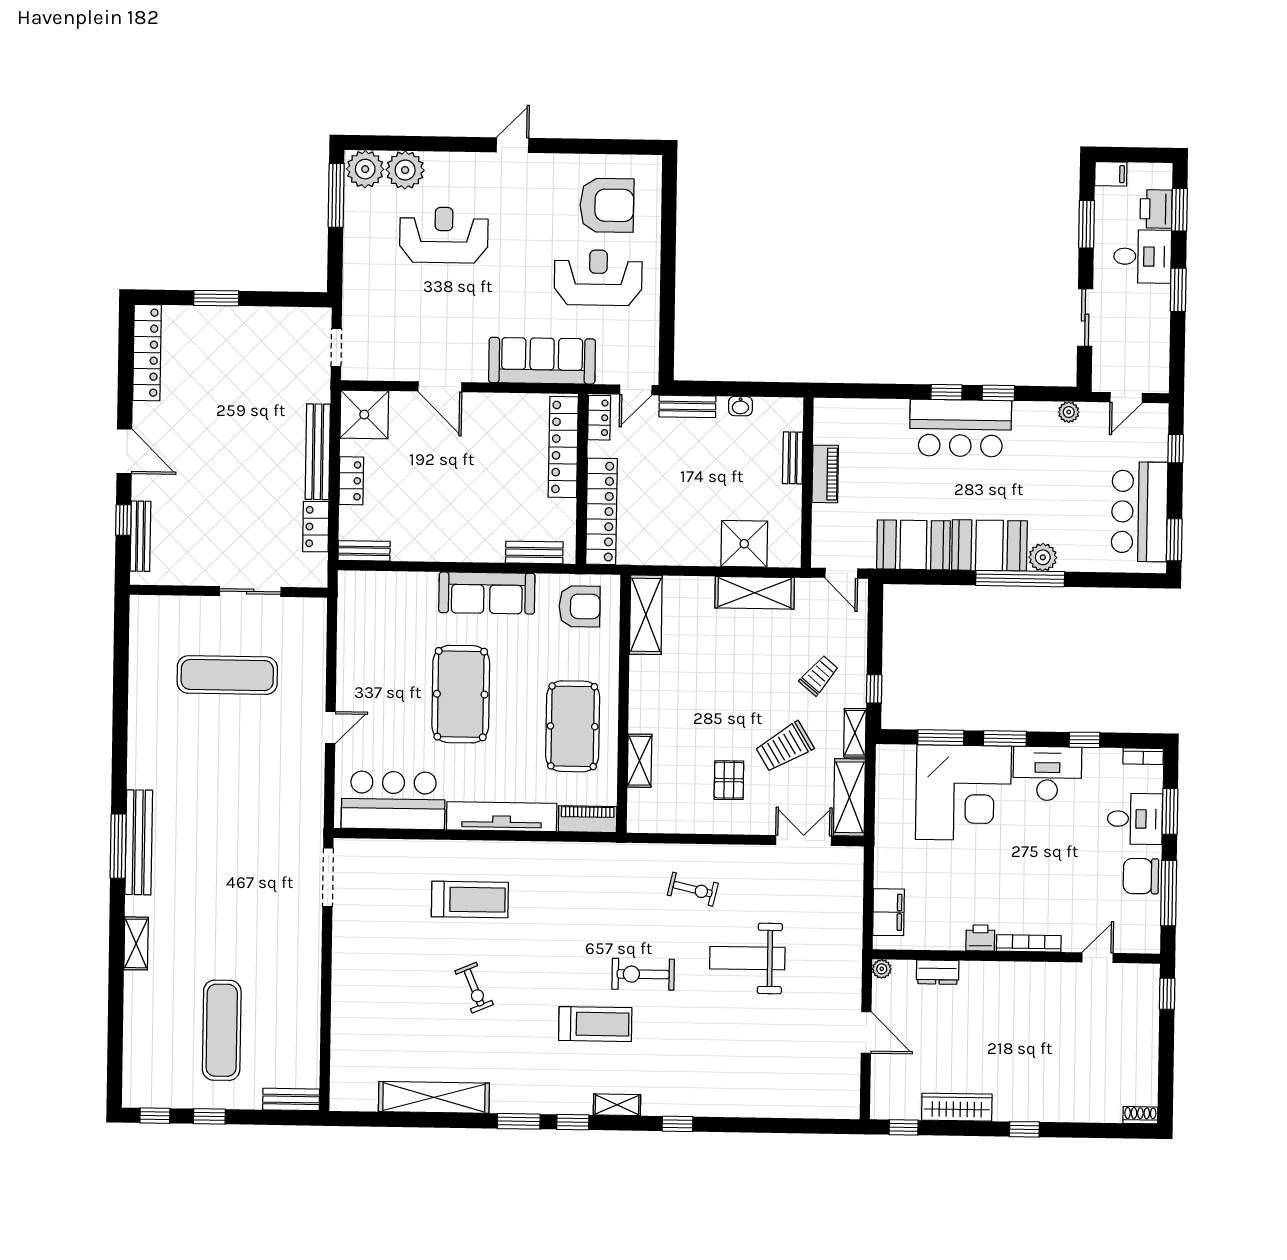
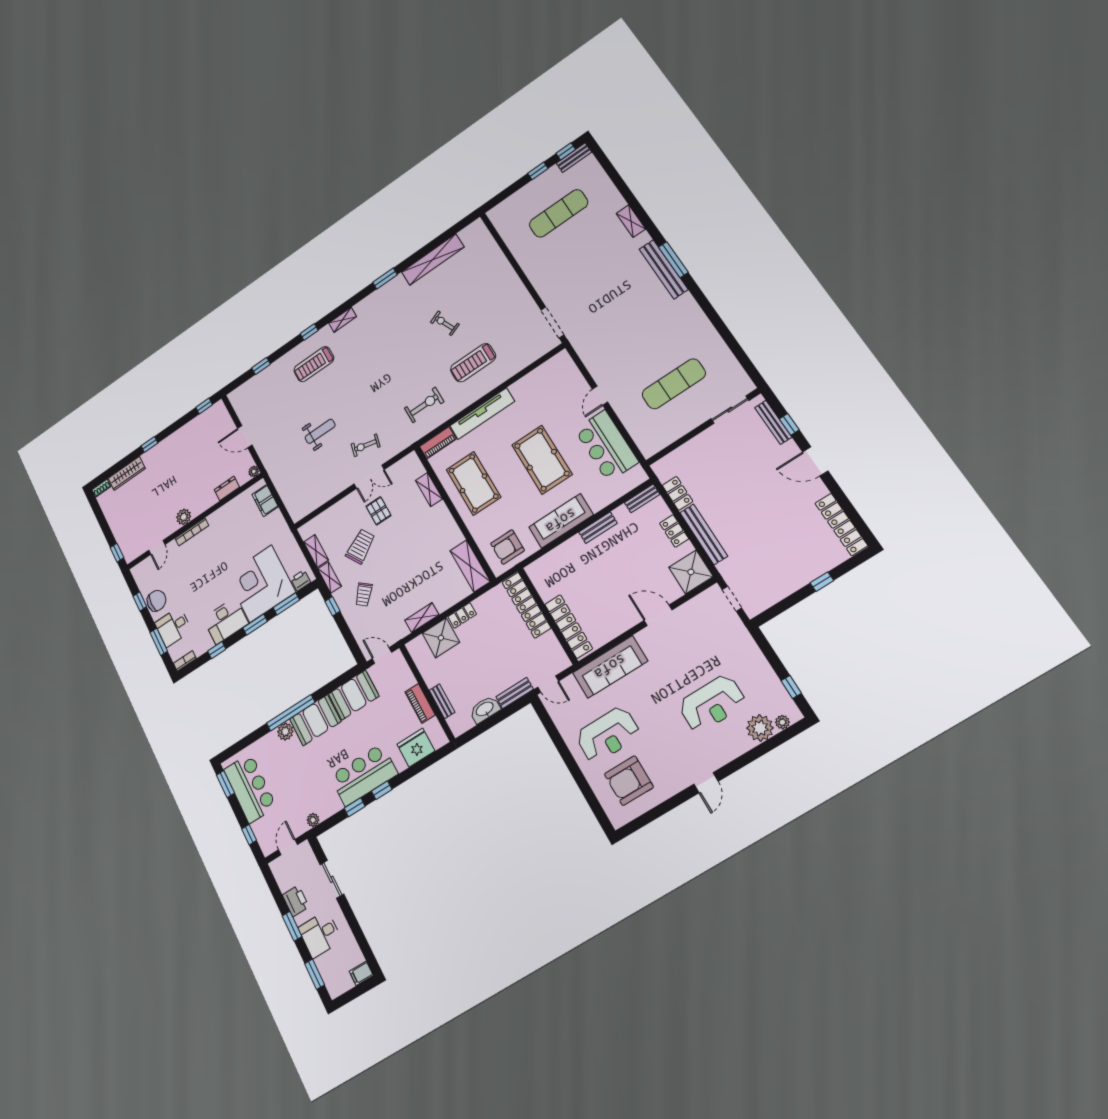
plant: (365, 169) -> (782, 722), width x0.53, depth x0.53
window: (336, 195) -> (791, 687), width x0.46
printer: (1156, 209) -> (296, 901), moved
window: (1087, 224) -> (359, 935), removed
window: (216, 298) -> (822, 582), width x0.67
door: (636, 390) -> (548, 684), swing flipped
washbasin: (740, 406) -> (485, 709), width x1.91, depth x1.45
locker: (599, 418) -> (462, 615), moved, turned -90
fridge: (865, 419) -> (416, 748), added
bench: (534, 552) -> (598, 528), moved
sliding door: (250, 591) -> (730, 410), moved
shelving: (755, 593) -> (422, 618), width x0.67, depth x0.75
shelving: (849, 797) -> (316, 551), width x0.67, depth x0.75
bar counter: (393, 800) -> (606, 446), moved, turned 90
double door: (804, 840) -> (369, 477), moved
window: (1169, 893) -> (140, 601), width x0.46
printer: (980, 938) -> (301, 580), moved, turned 180
weight bench: (747, 958) -> (320, 431), width x0.73, depth x0.75
exercise bike: (643, 974) -> (424, 405), moved
plant: (1029, 976) -> (184, 517), added
treadmill: (595, 1024) -> (314, 364), moved
exercise mat: (222, 1030) -> (559, 213), turned 90
bench: (291, 1099) -> (574, 158), moved
wardrobe: (957, 1107) -> (127, 473), moved
window: (573, 1122) -> (261, 366), moved

